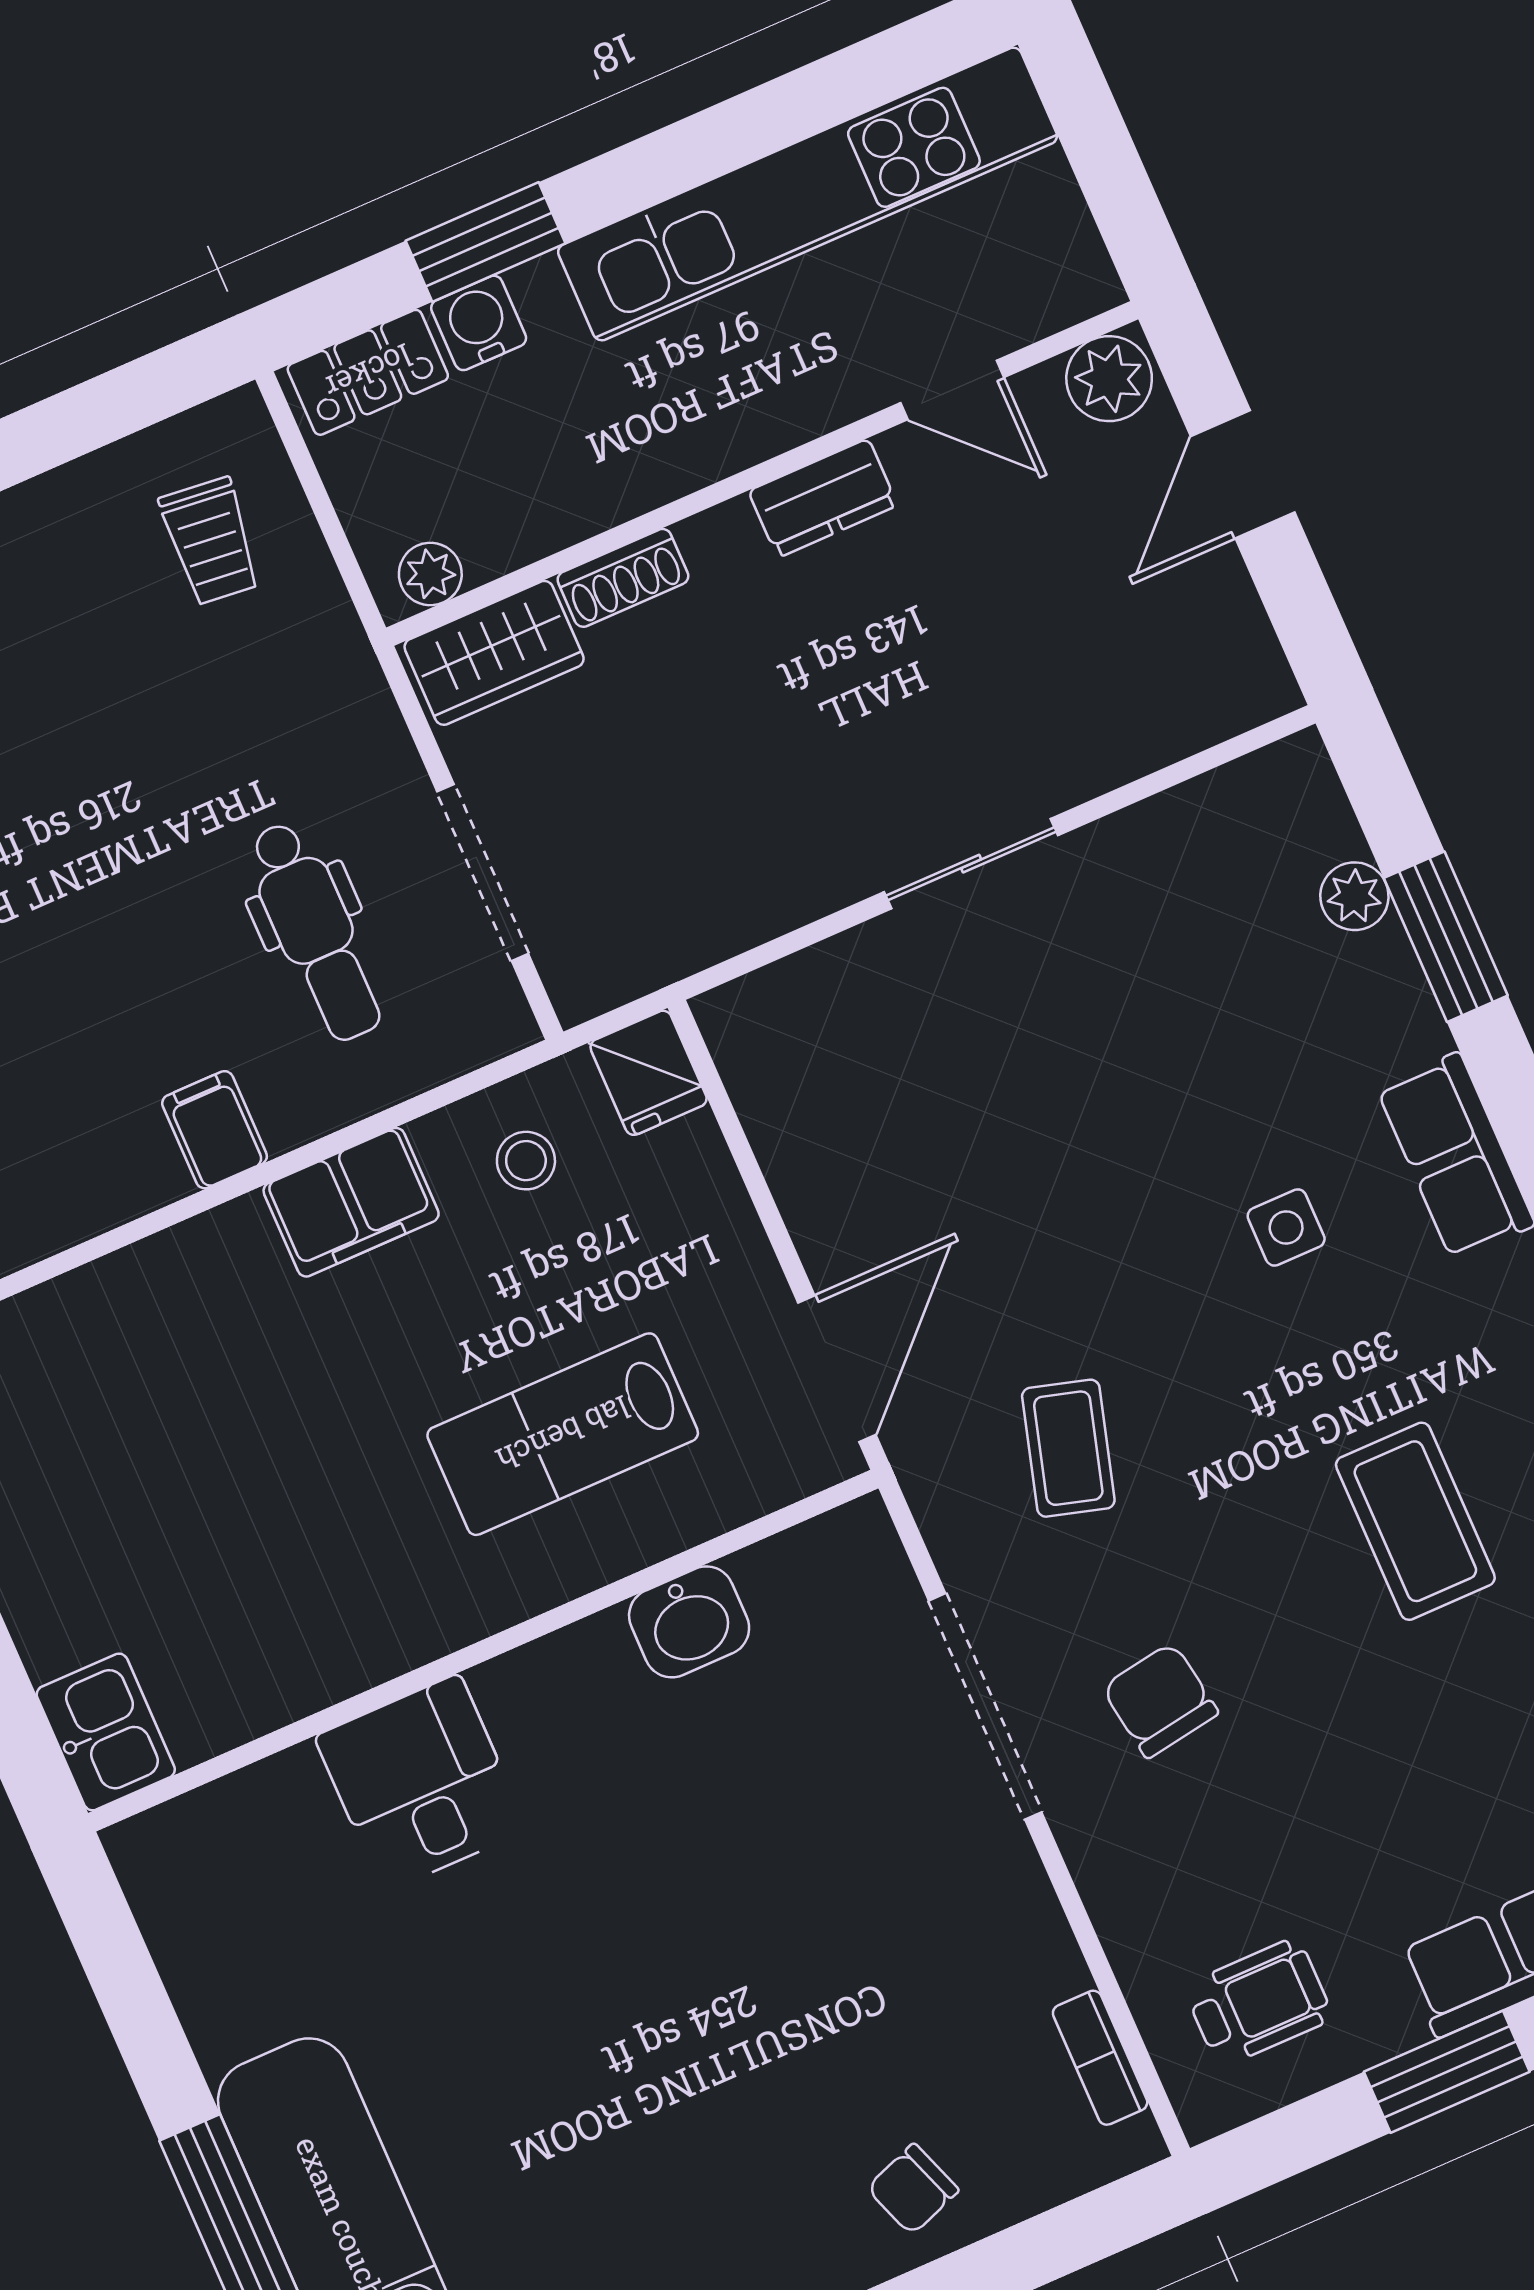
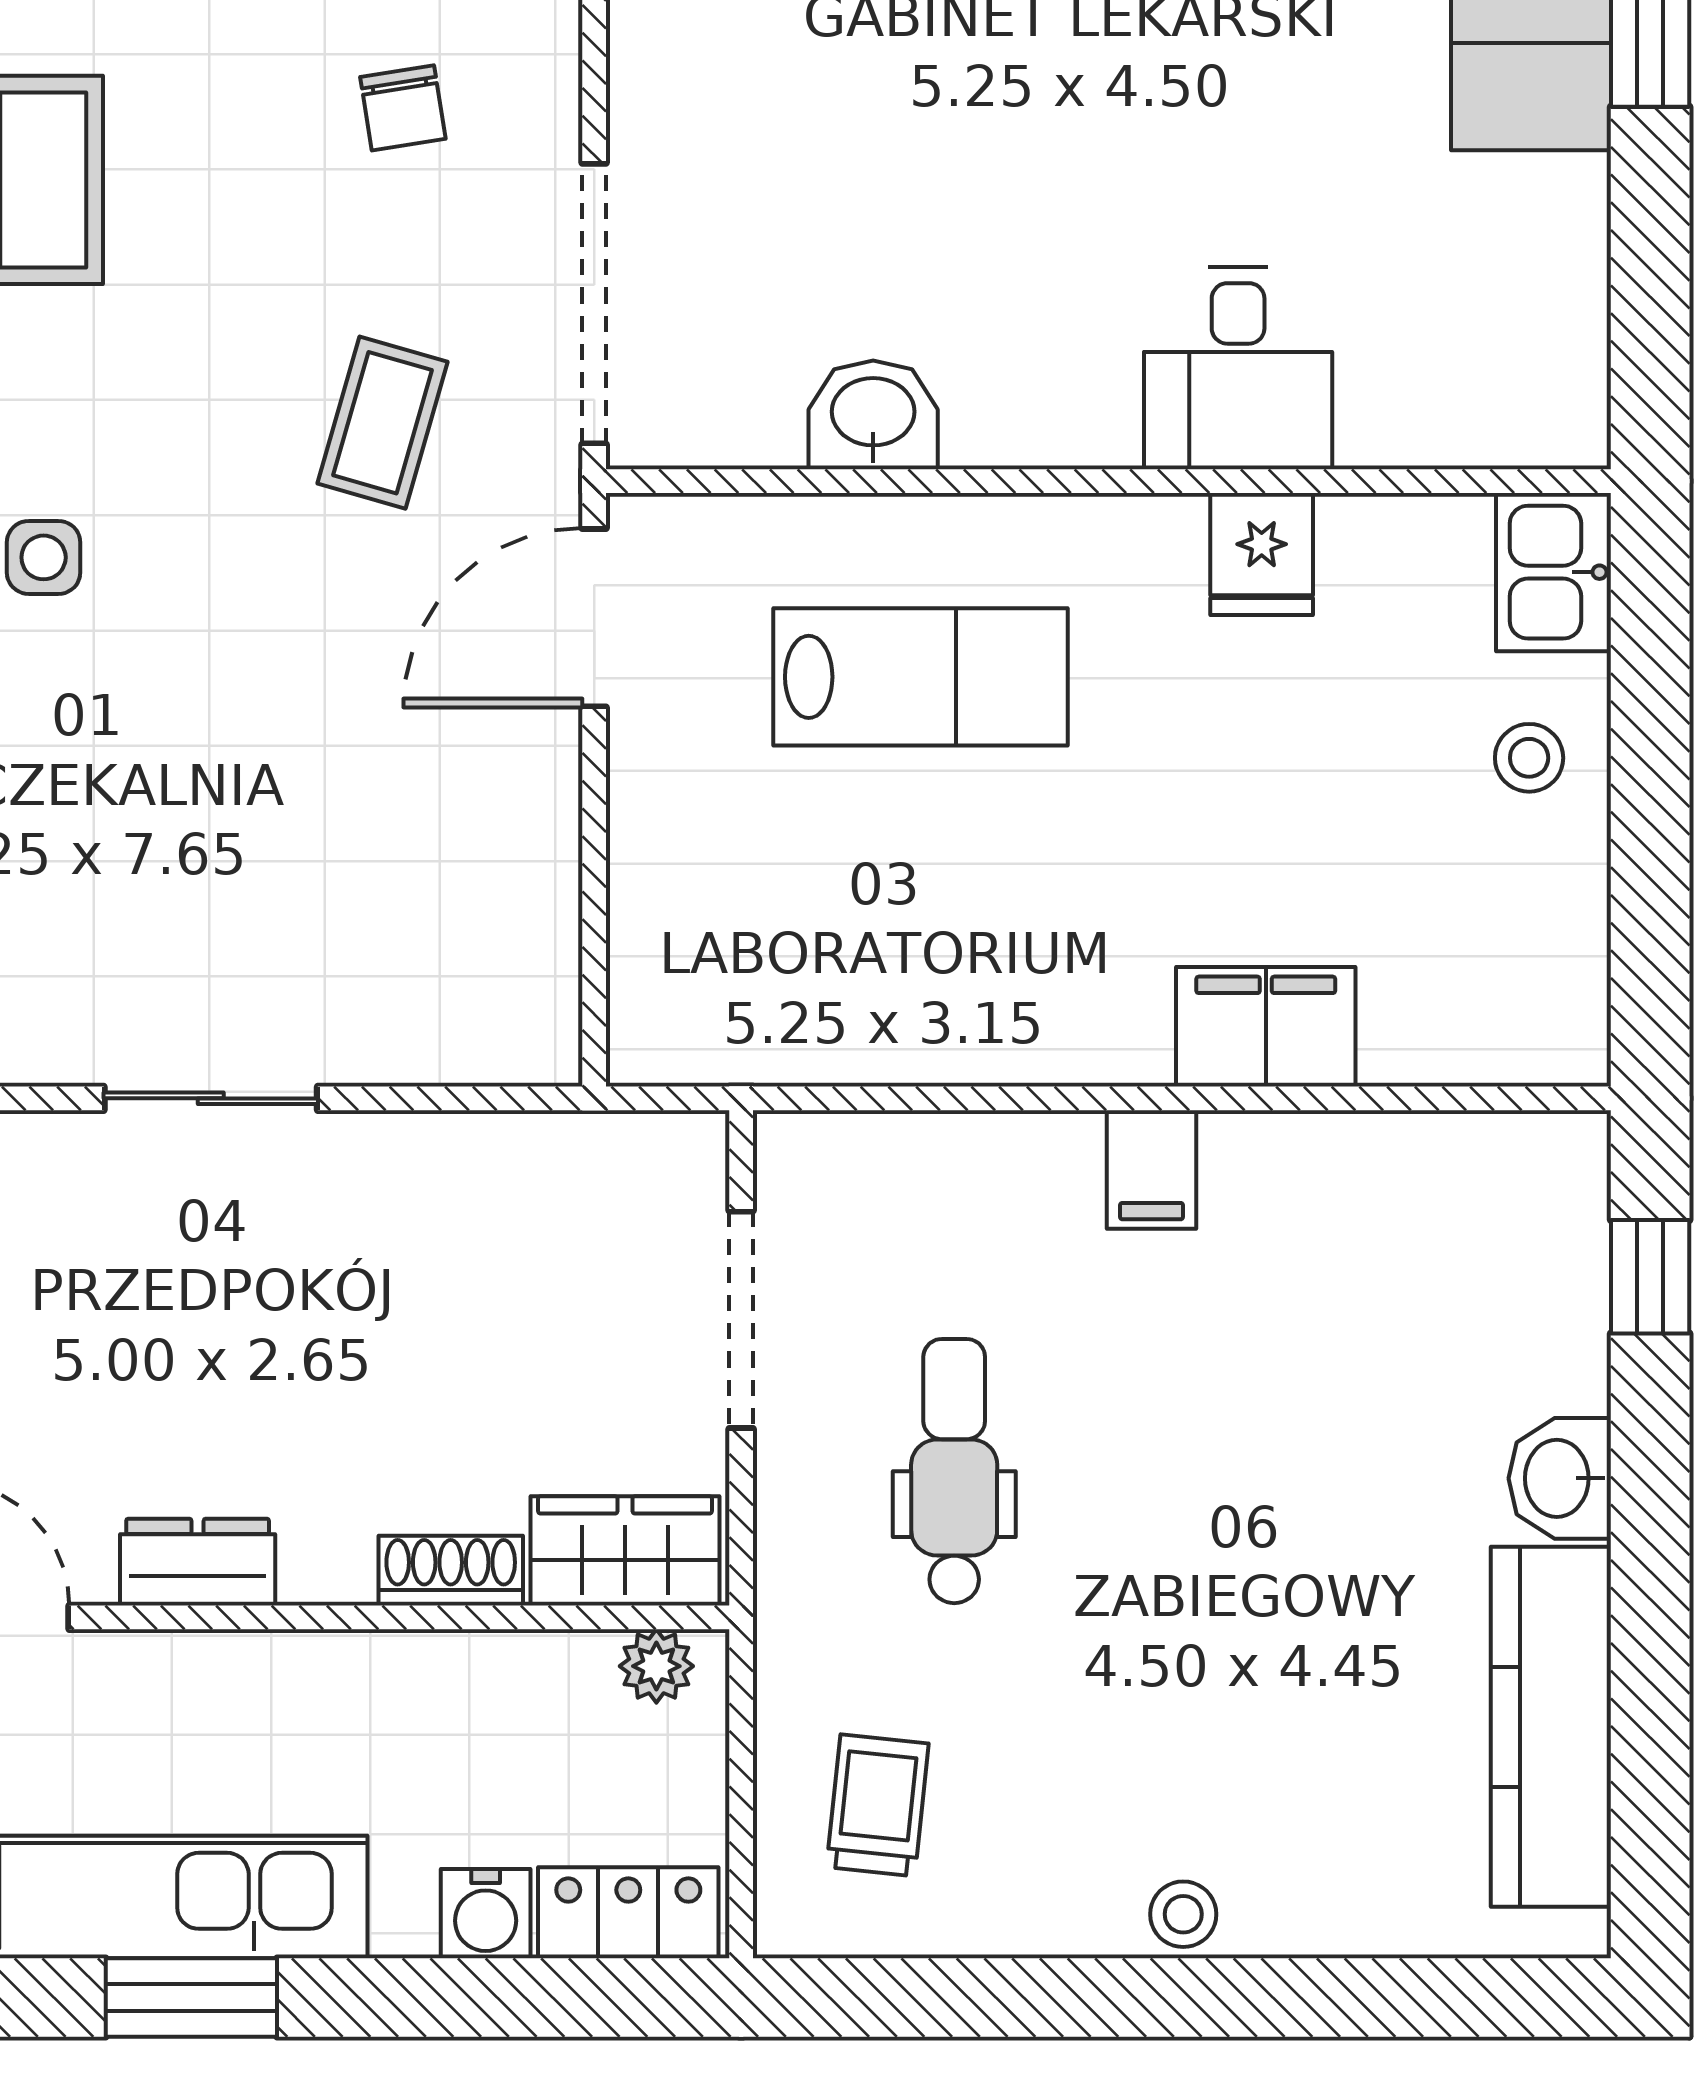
window: (486, 242) -> (191, 1997), moved
dental chair: (315, 931) -> (954, 1471), moved
fridge: (649, 1073) -> (1262, 554), moved, turned 180
stool: (526, 1161) -> (1529, 758), moved
filing cabinet: (351, 1202) -> (1266, 1027), moved
chair: (1160, 1700) -> (403, 108), width x0.73, depth x0.73
doorway: (985, 1706) -> (594, 304), moved

